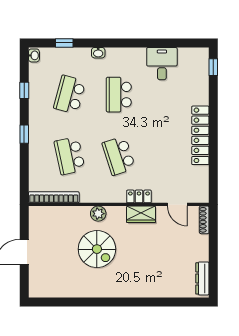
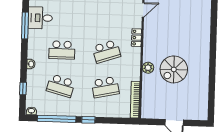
window: (151, 43) -> (25, 25), added
window: (24, 90) -> (57, 119), width x3.17
wardrobe: (141, 214) -> (149, 37), removed
spiral stairs: (97, 249) -> (174, 69), turned 180

